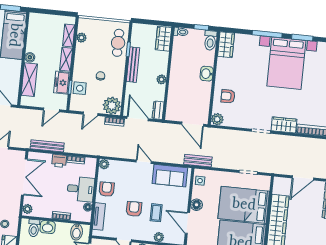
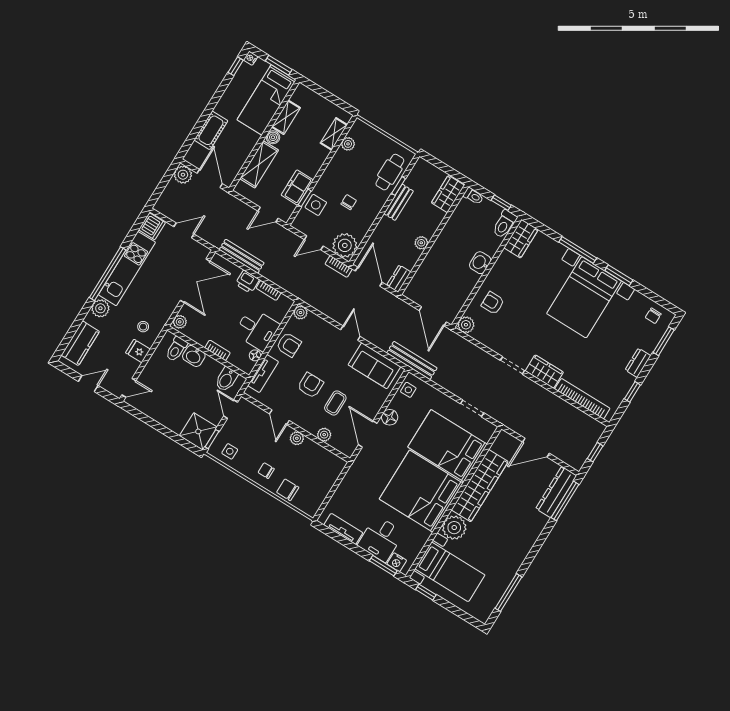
shelving: (66, 59) -> (286, 117), moved
bench: (133, 65) -> (399, 202), width x0.73
bench: (198, 161) -> (412, 360), width x1.36
armchair: (107, 189) -> (289, 345), turned 90

